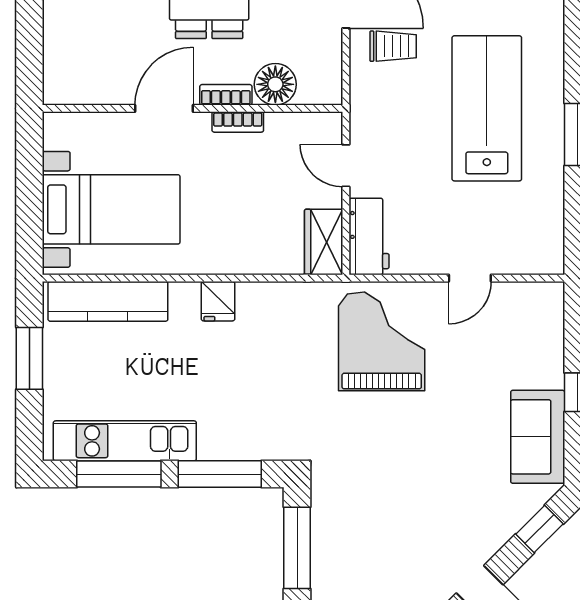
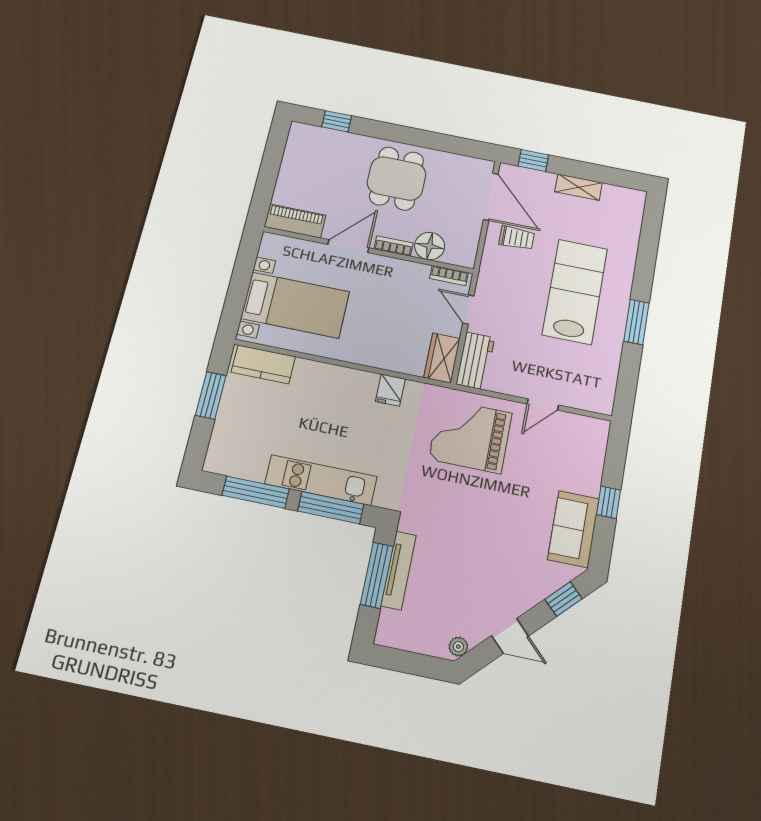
piano: (83, 87) -> (295, 221), added
bookcase: (238, 122) -> (449, 276), moved
kitchen counter: (108, 301) -> (263, 364), width x0.67
fridge: (218, 301) -> (390, 390), moved
grand piano: (382, 341) -> (470, 436), turned -90
kitchen unit: (125, 441) -> (321, 480), moved
tv unit: (323, 536) -> (399, 570), added

